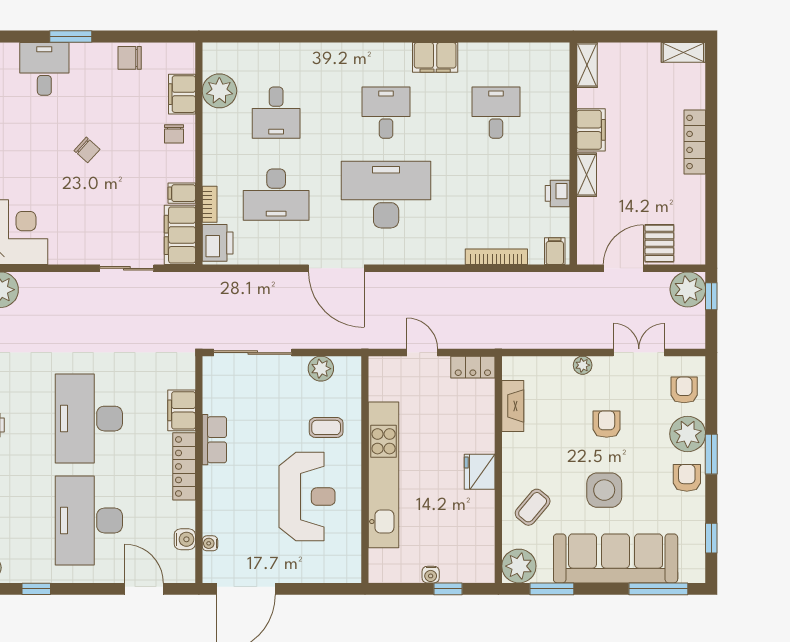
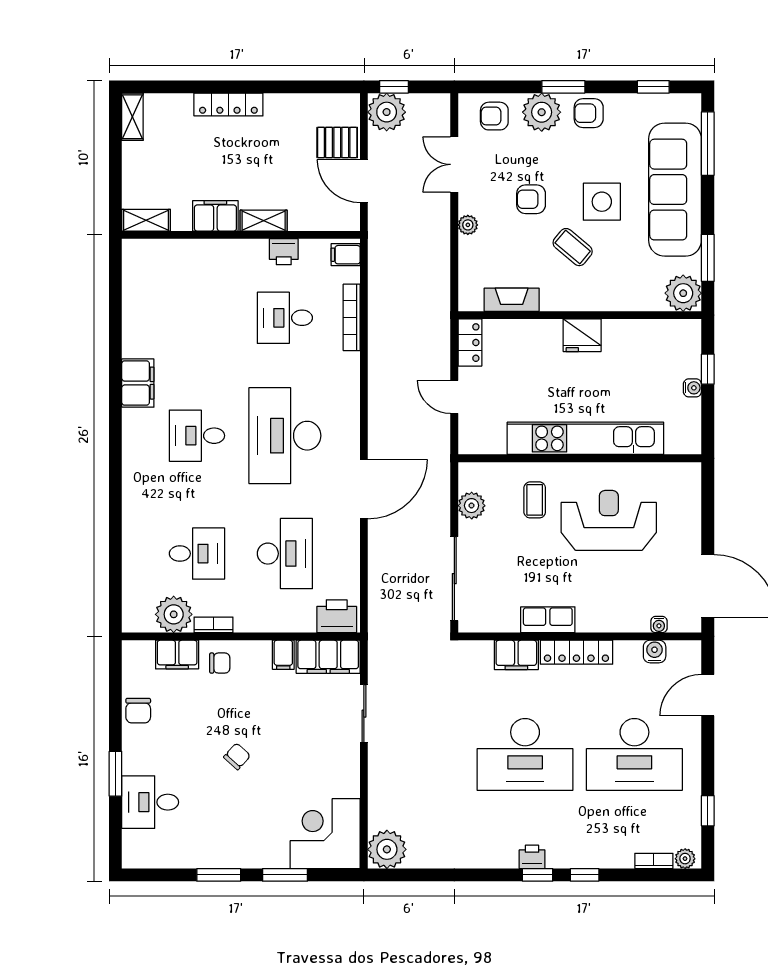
desk: (496, 113) -> (285, 318), moved
bookcase: (210, 204) -> (213, 625), moved
door: (422, 353) -> (454, 397), hinge flipped
coffee table: (533, 507) -> (573, 247), moved

